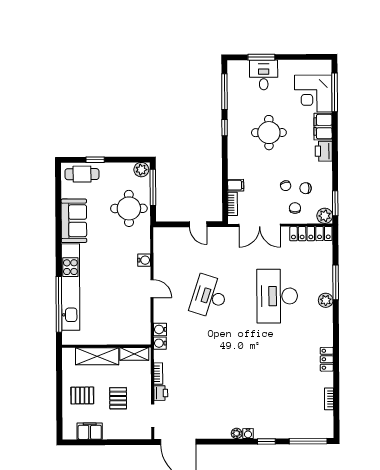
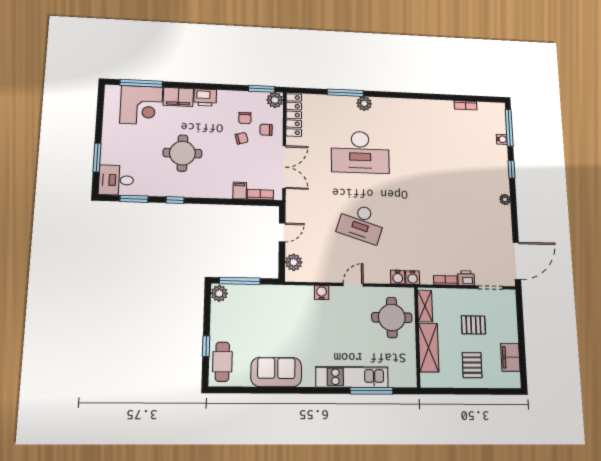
desk: (264, 75) -> (116, 180), moved
window: (224, 92) -> (134, 199), width x0.69
round table: (129, 208) -> (392, 317), moved
plant: (171, 235) -> (294, 262), added
kitchen unit: (71, 287) -> (352, 377), width x0.73
window: (59, 304) -> (372, 391), width x0.68
locker: (327, 359) -> (425, 105), removed
water cooler: (248, 434) -> (502, 139), moved

